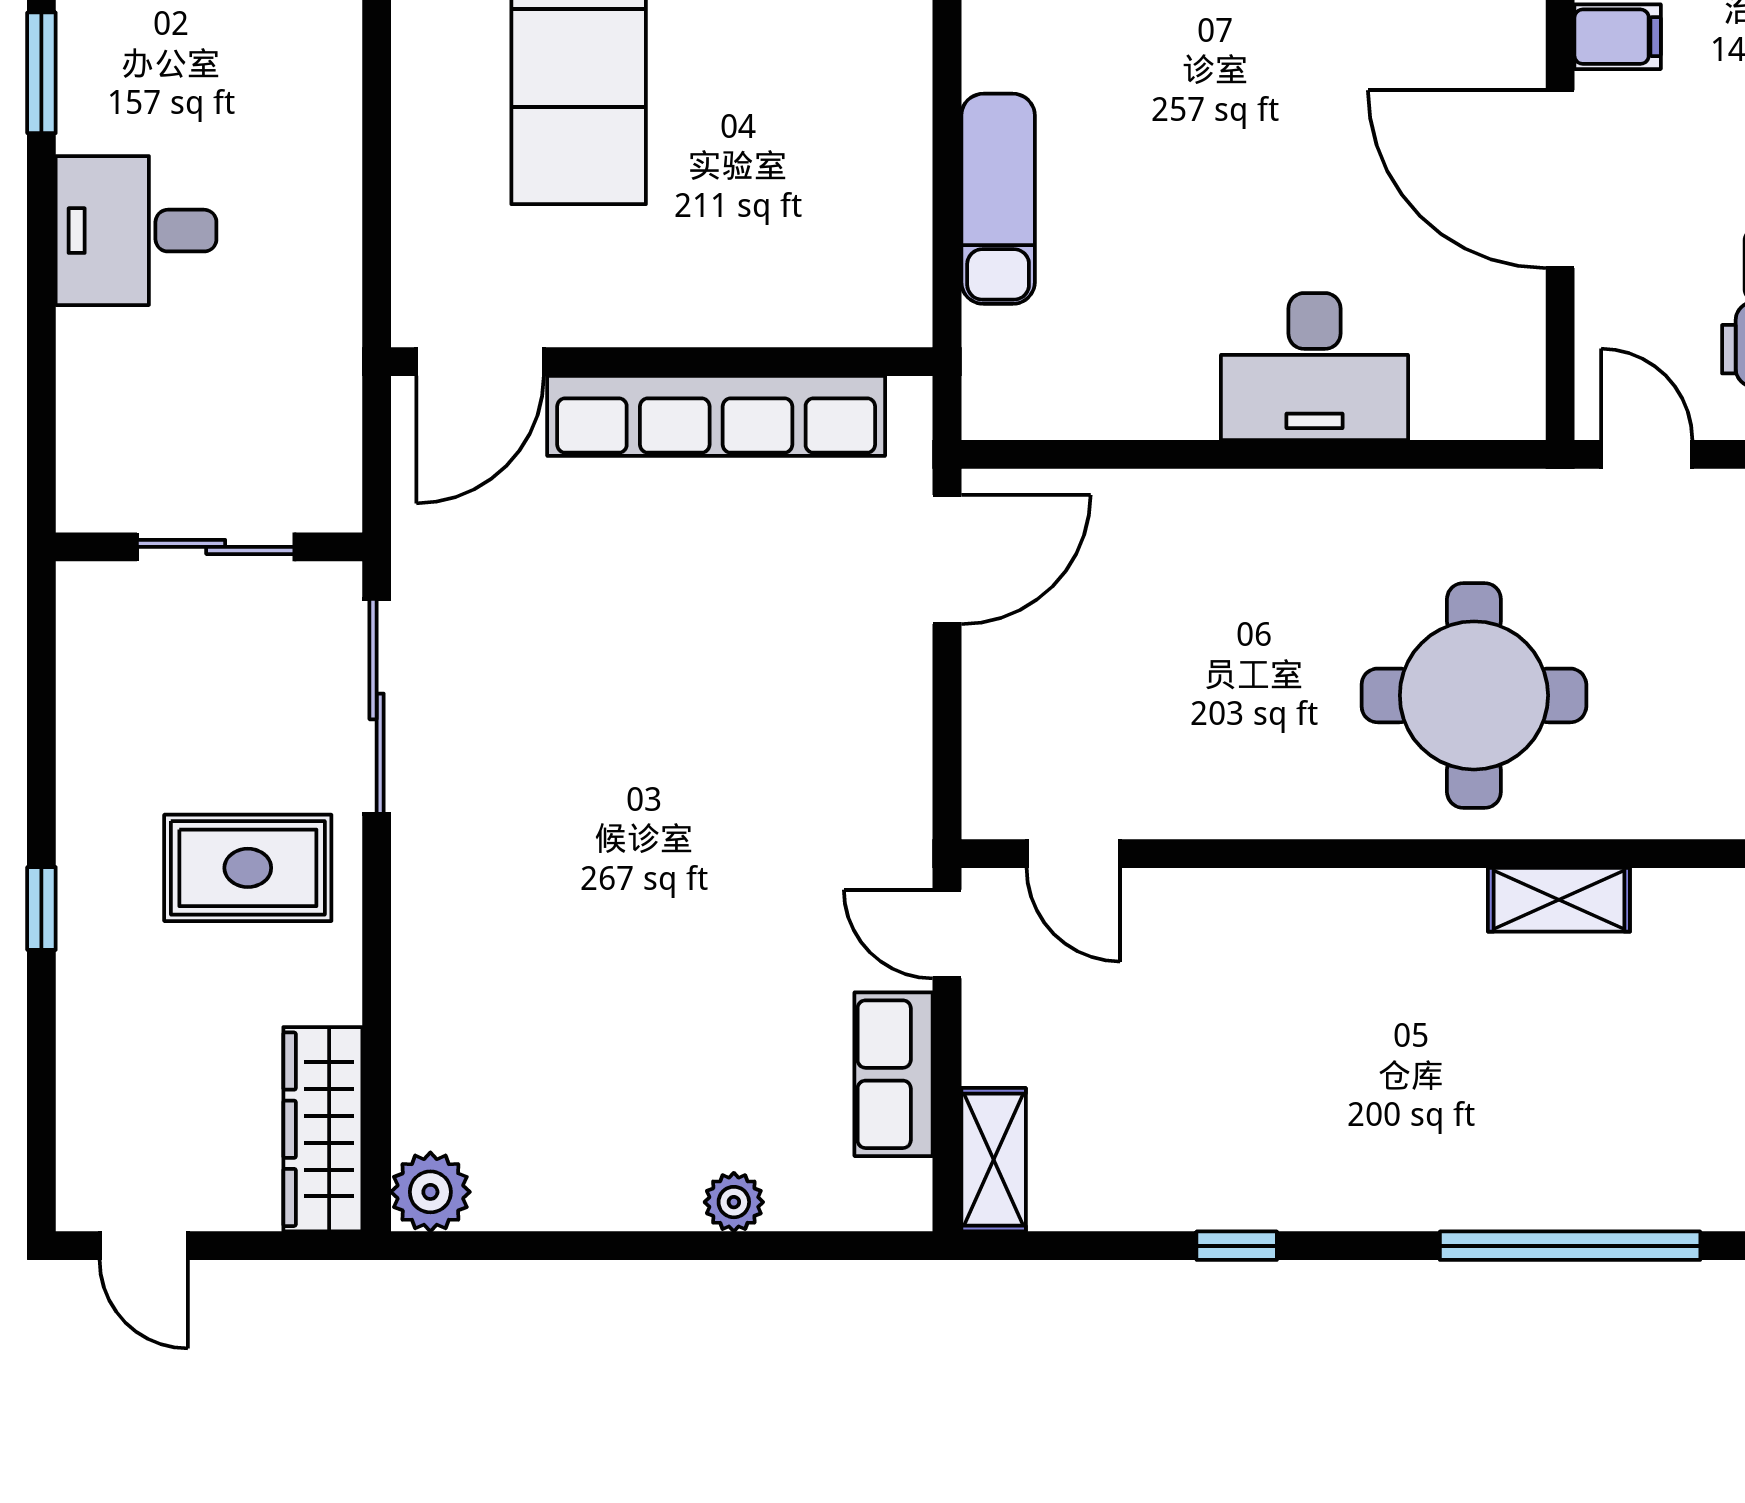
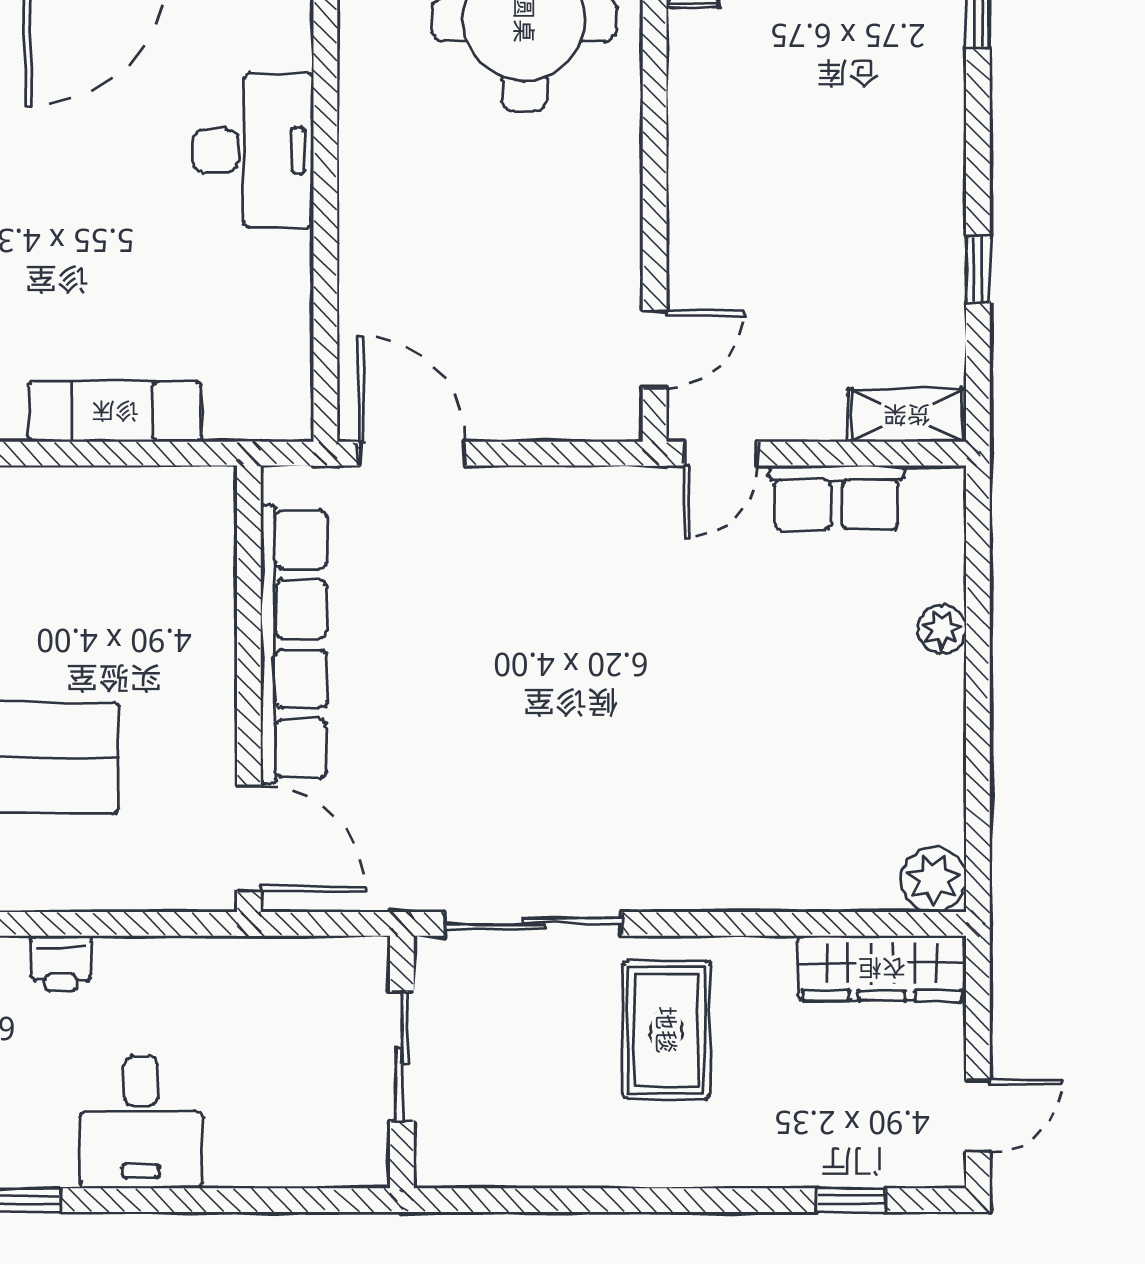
printer: (328, 134) -> (61, 964), added
window: (41, 909) -> (851, 1200), moved
window: (1237, 1246) -> (978, 269), moved

